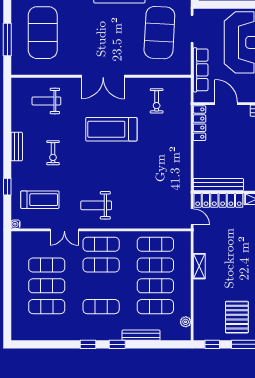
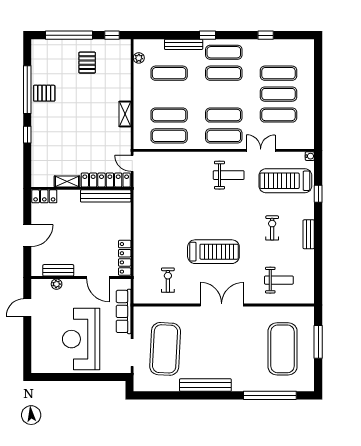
treadmill: (40, 200) -> (285, 181), width x1.37, depth x1.37
exercise mat: (155, 286) -> (224, 52), moved
pallet: (237, 317) -> (87, 63), width x0.67, depth x0.71
window: (88, 344) -> (266, 35), moved

